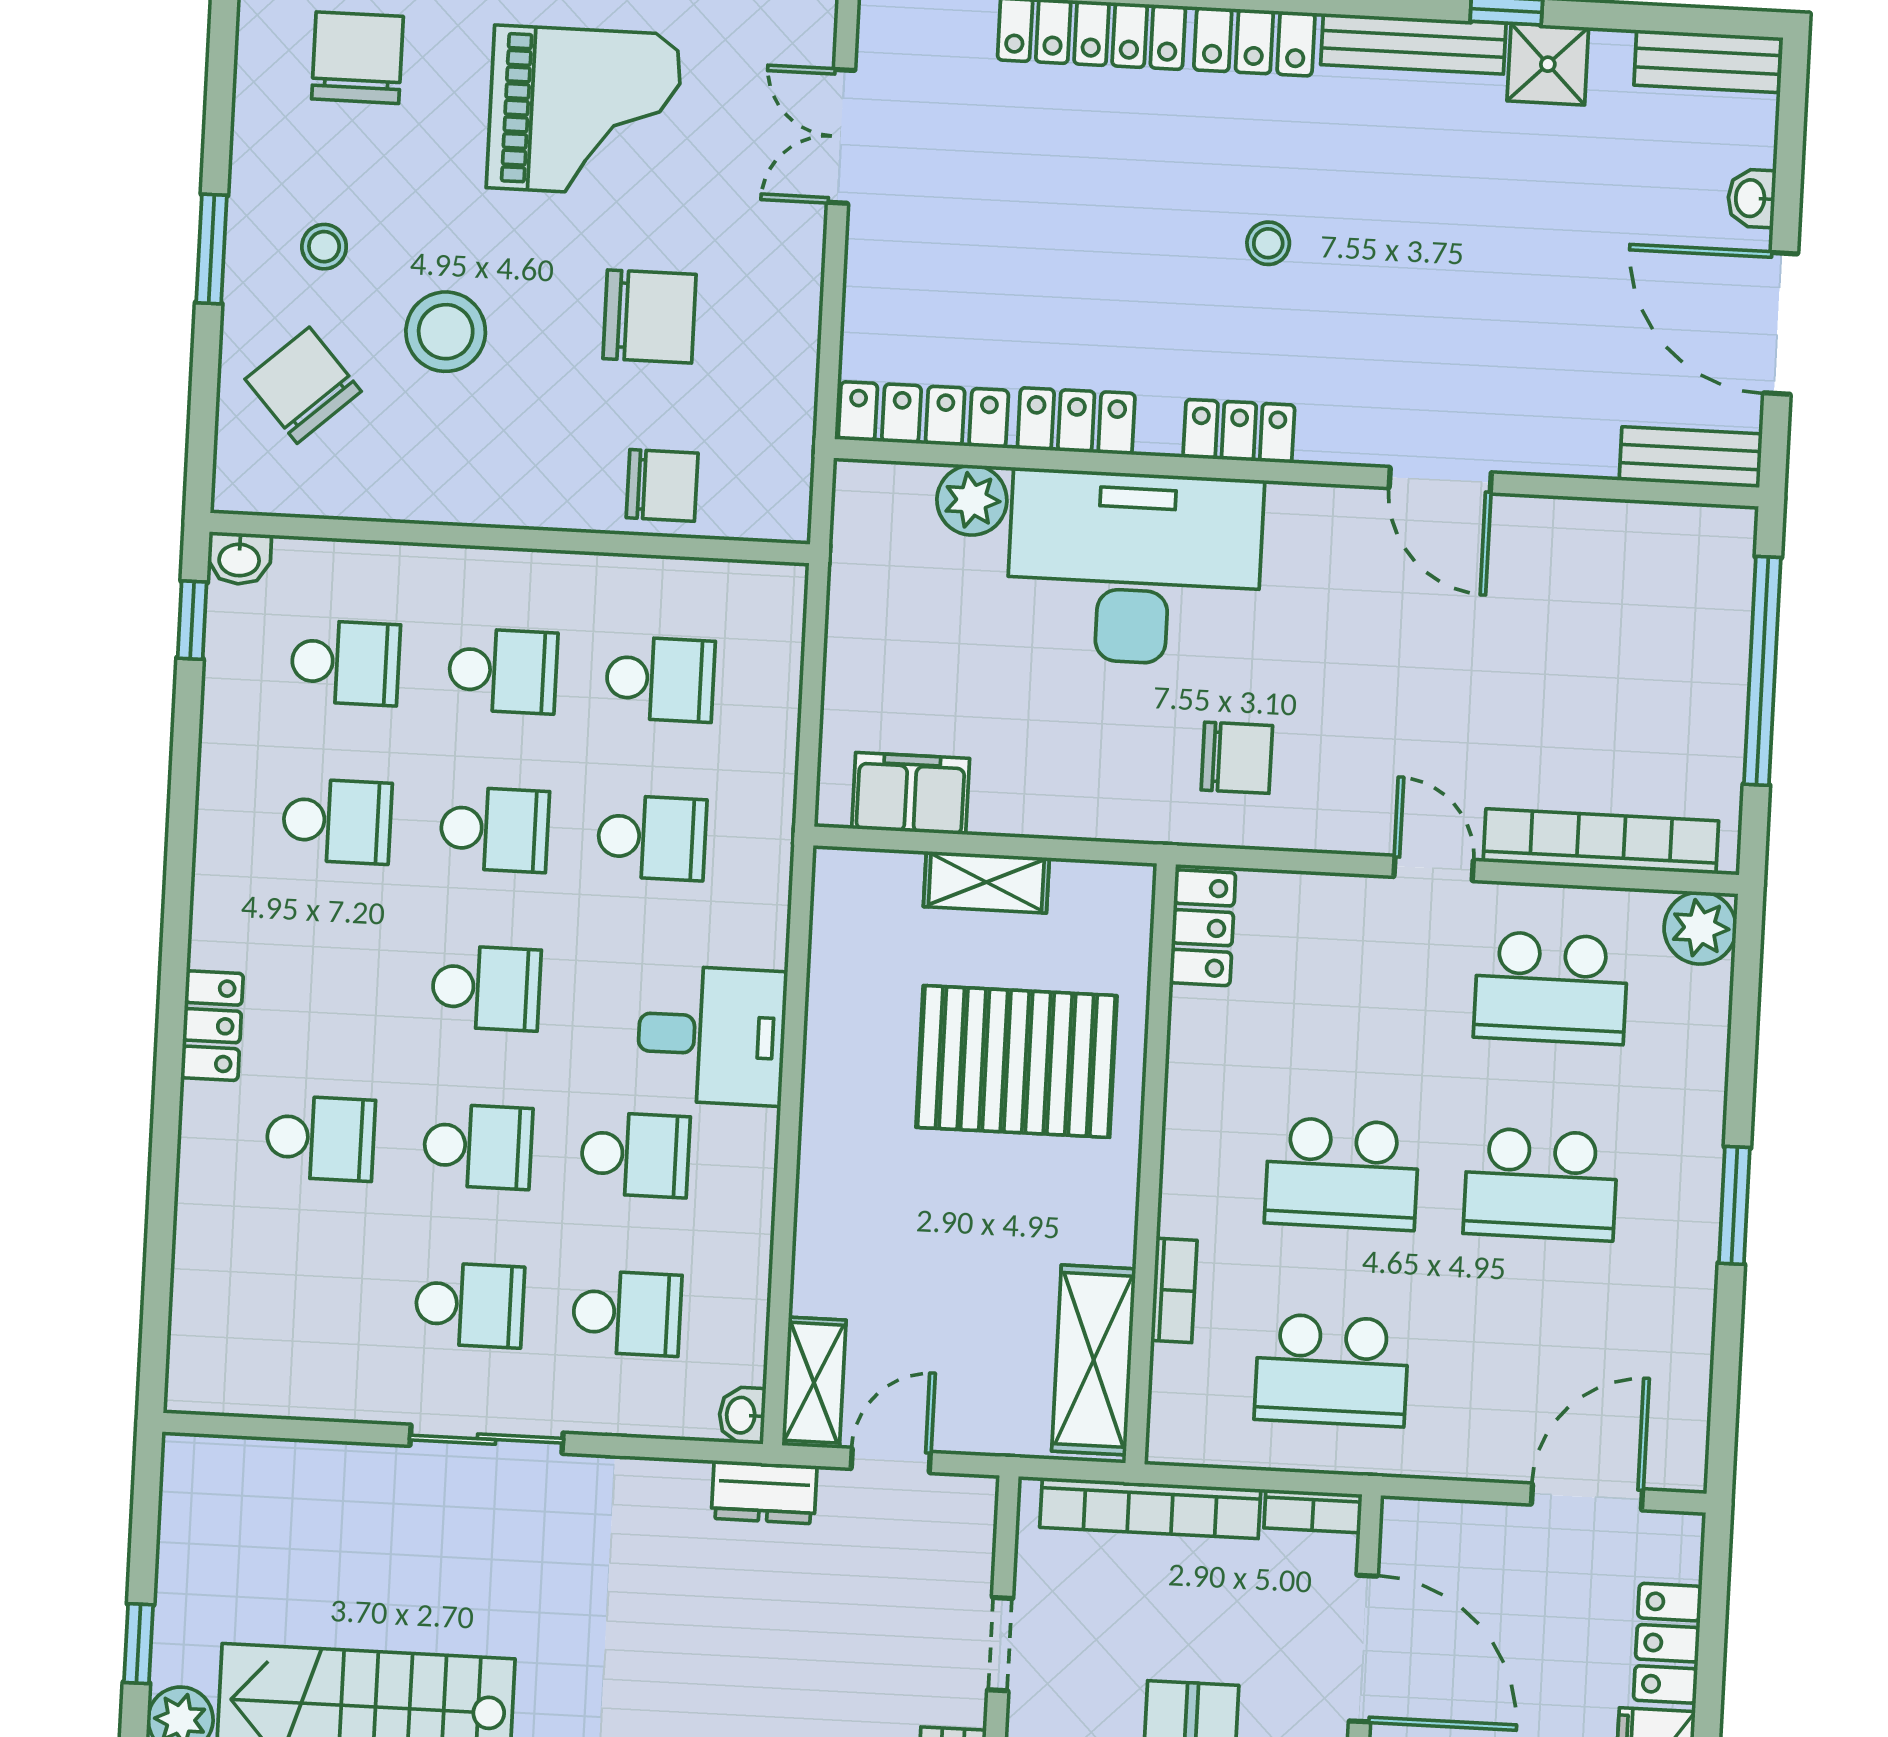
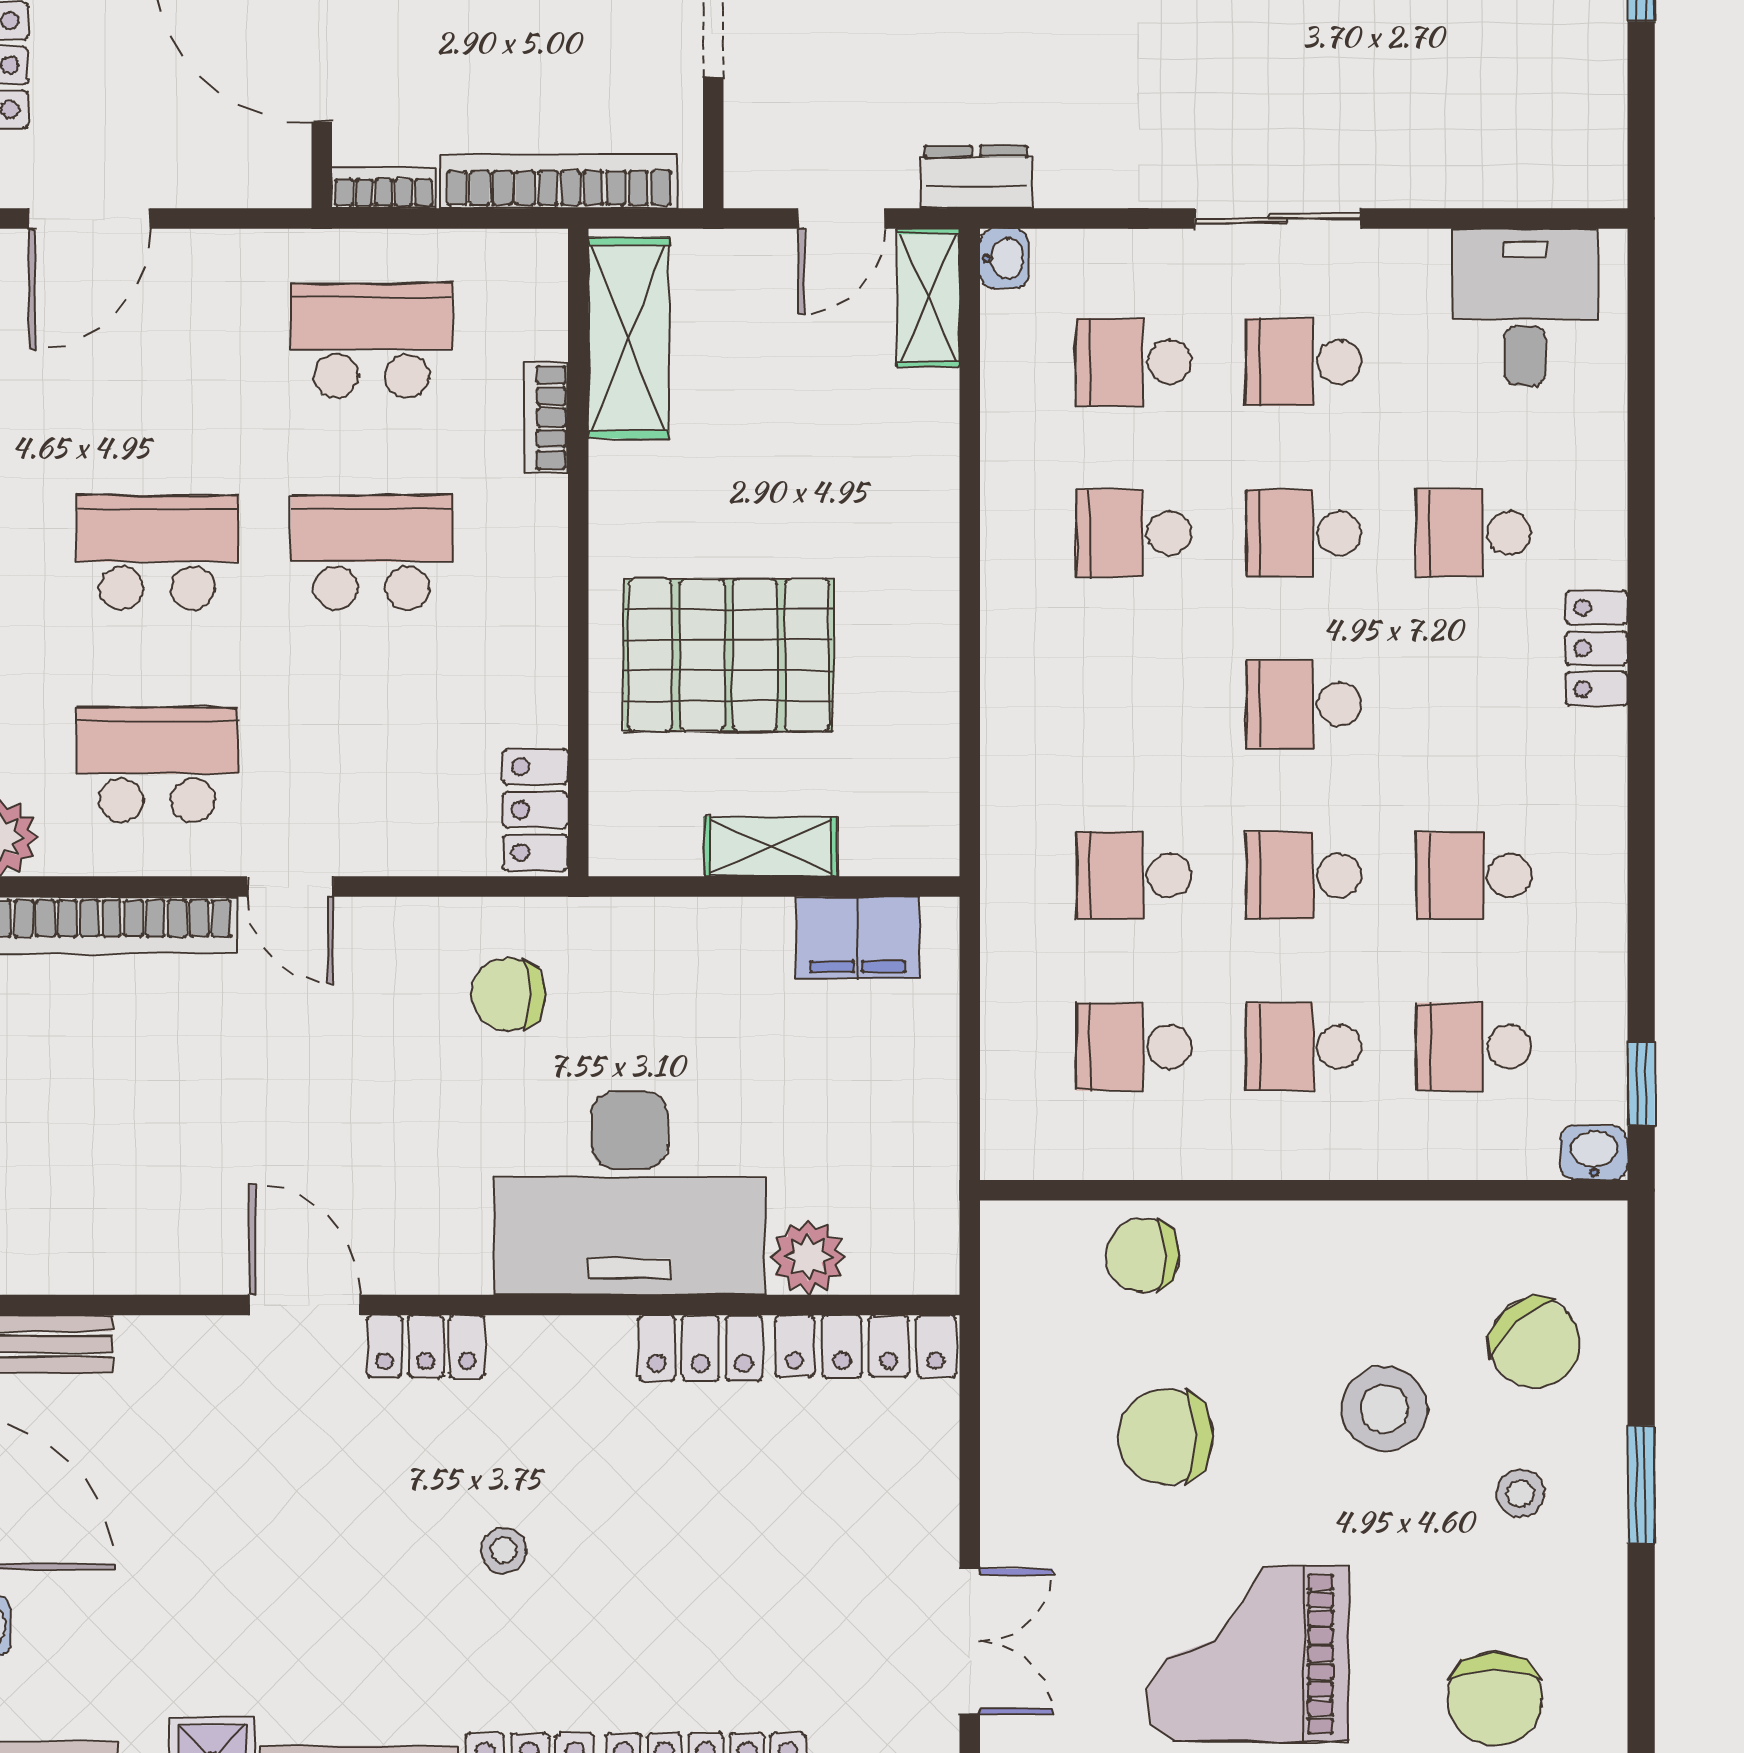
locker: (1239, 431) -> (426, 1346), moved
desk: (712, 1035) -> (1525, 307), moved, turned 90

